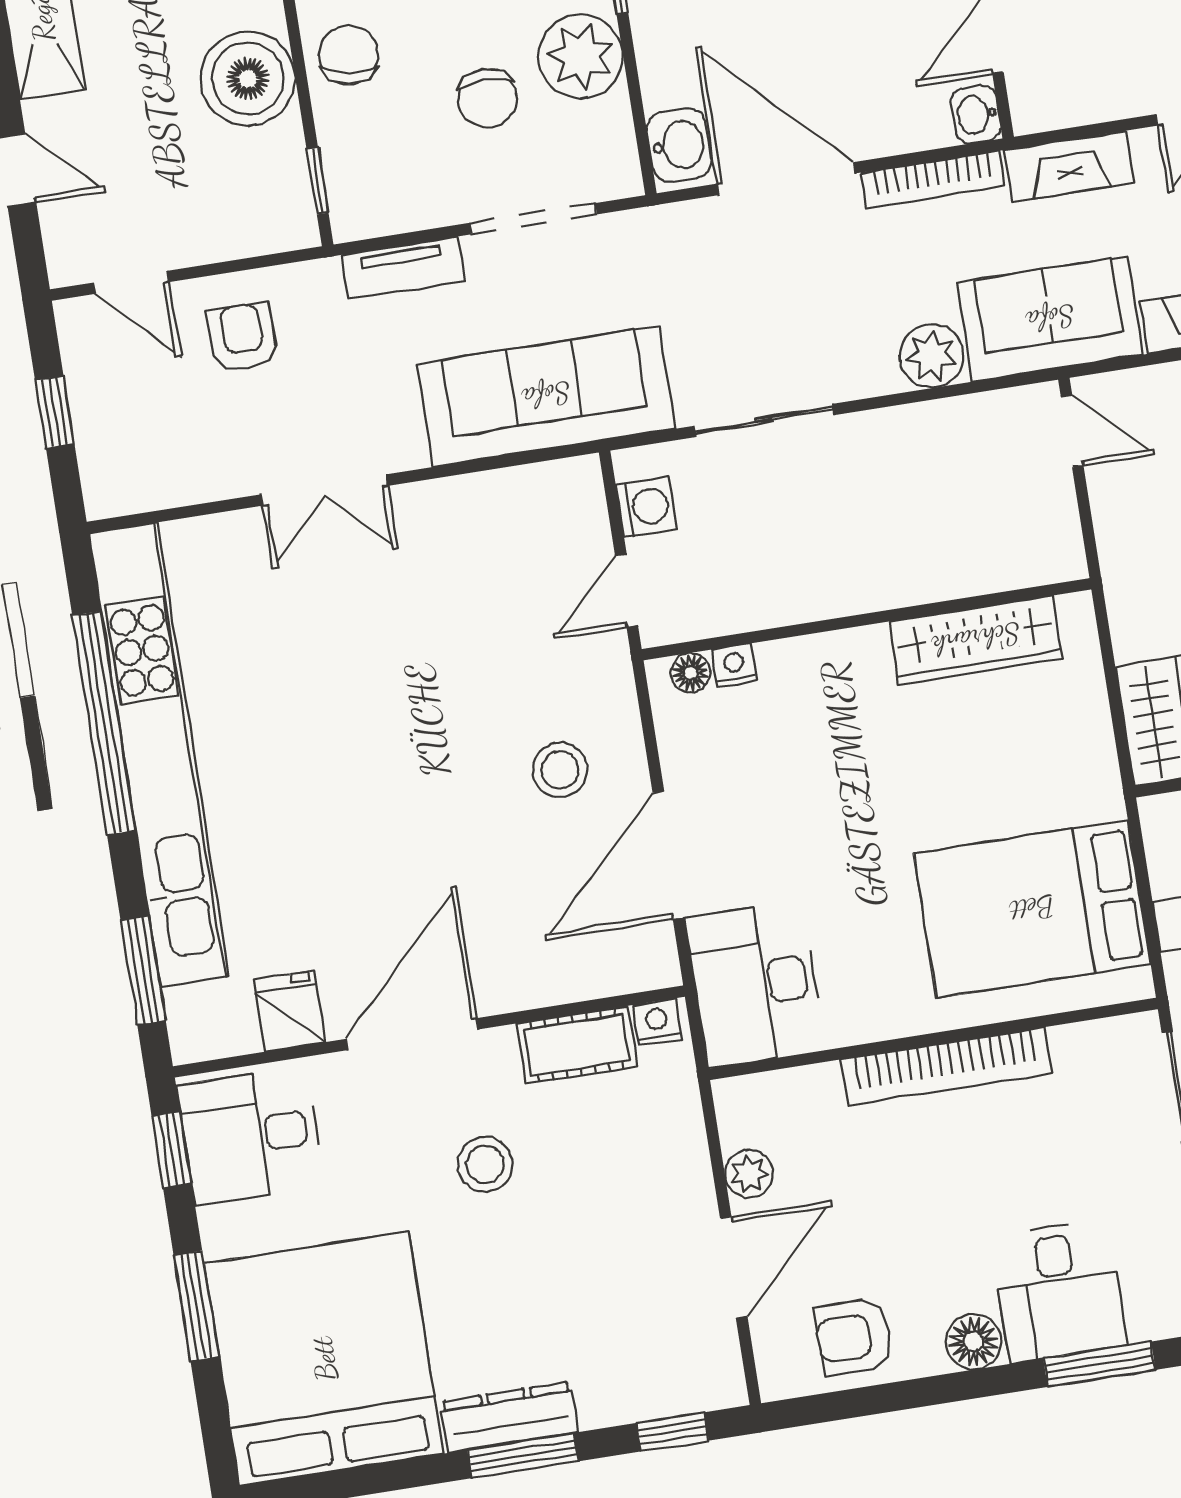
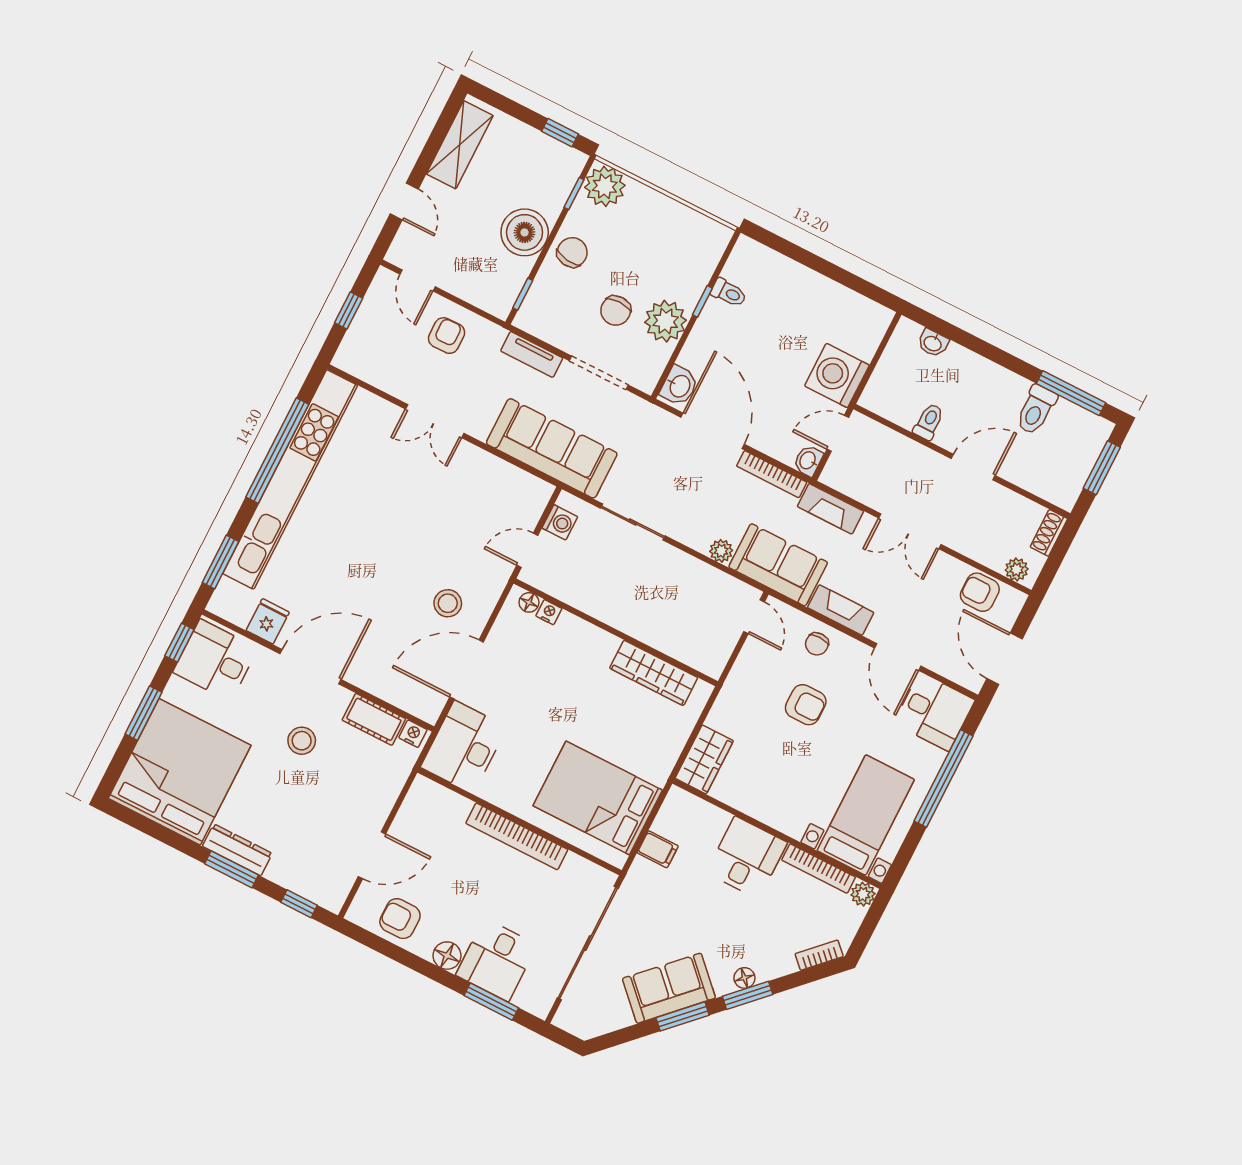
plant: (931, 356) -> (721, 551), width x0.73, depth x0.73
plant: (749, 1174) -> (406, 822), removed

